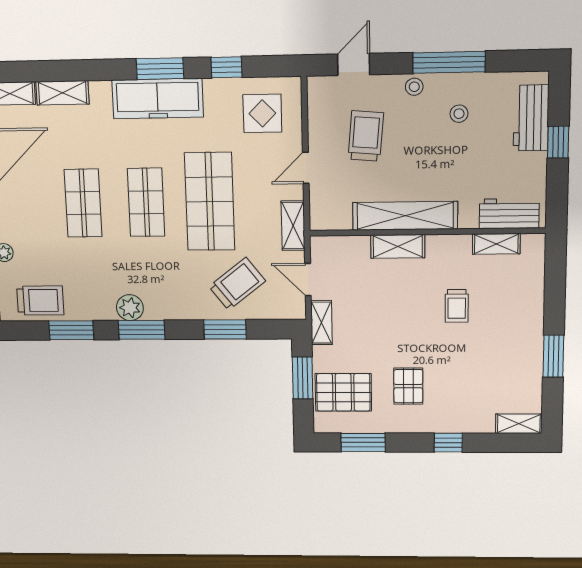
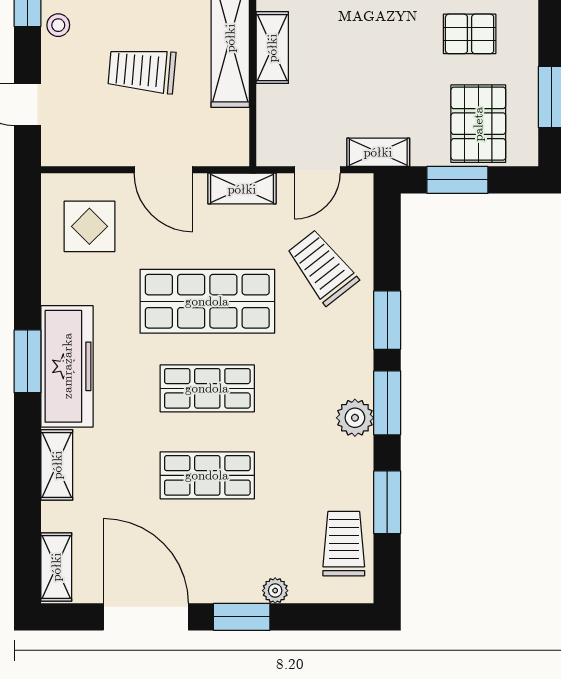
window: (226, 67) -> (27, 272), removed
shelving: (63, 93) -> (57, 465), moved
trolley: (366, 136) -> (142, 70), moved
door: (306, 168) -> (163, 170), width x1.37
window: (225, 329) -> (387, 320), moved

